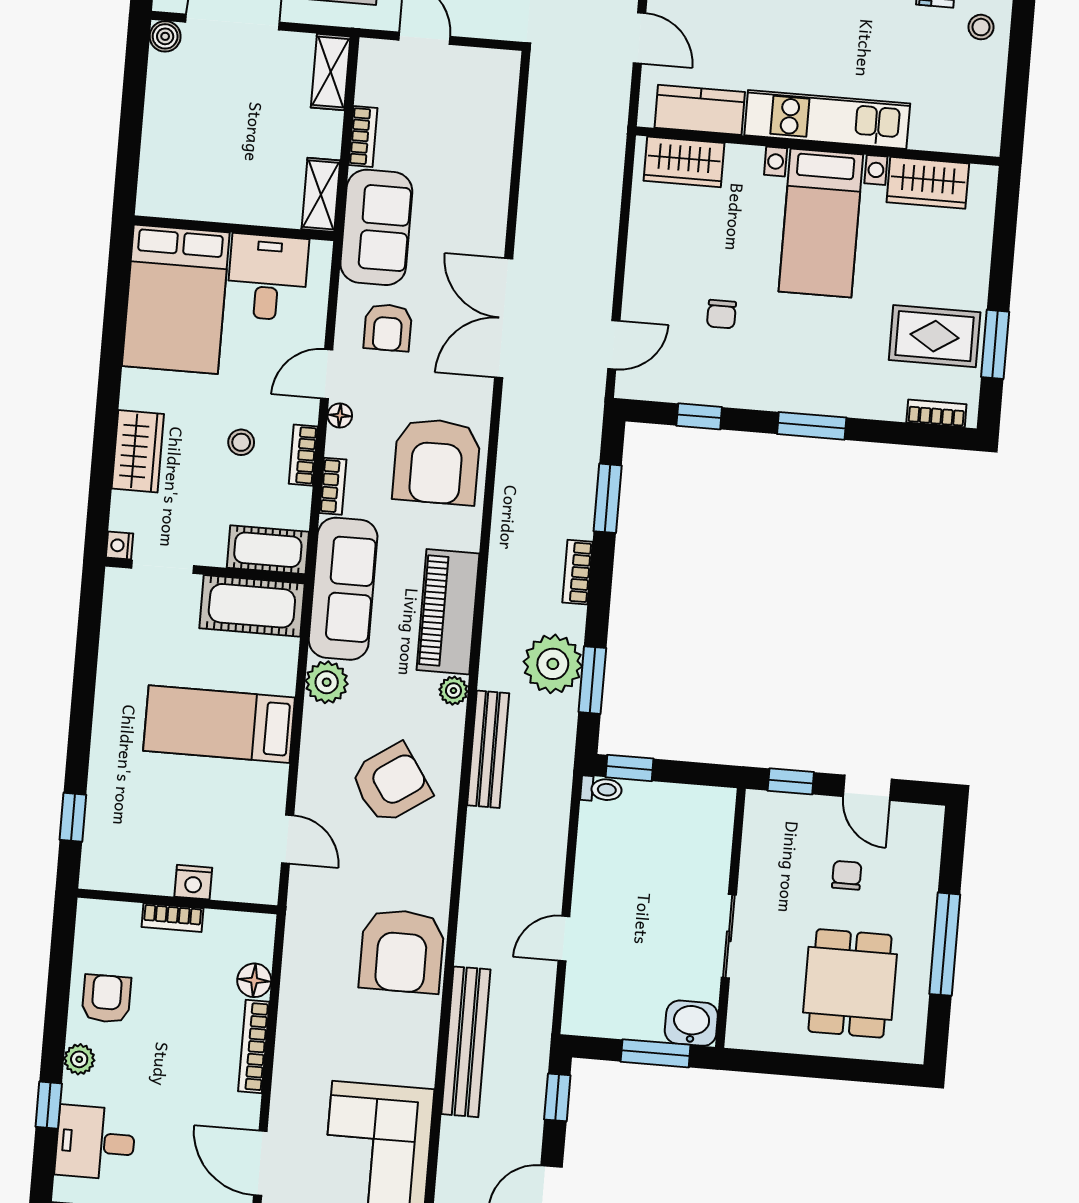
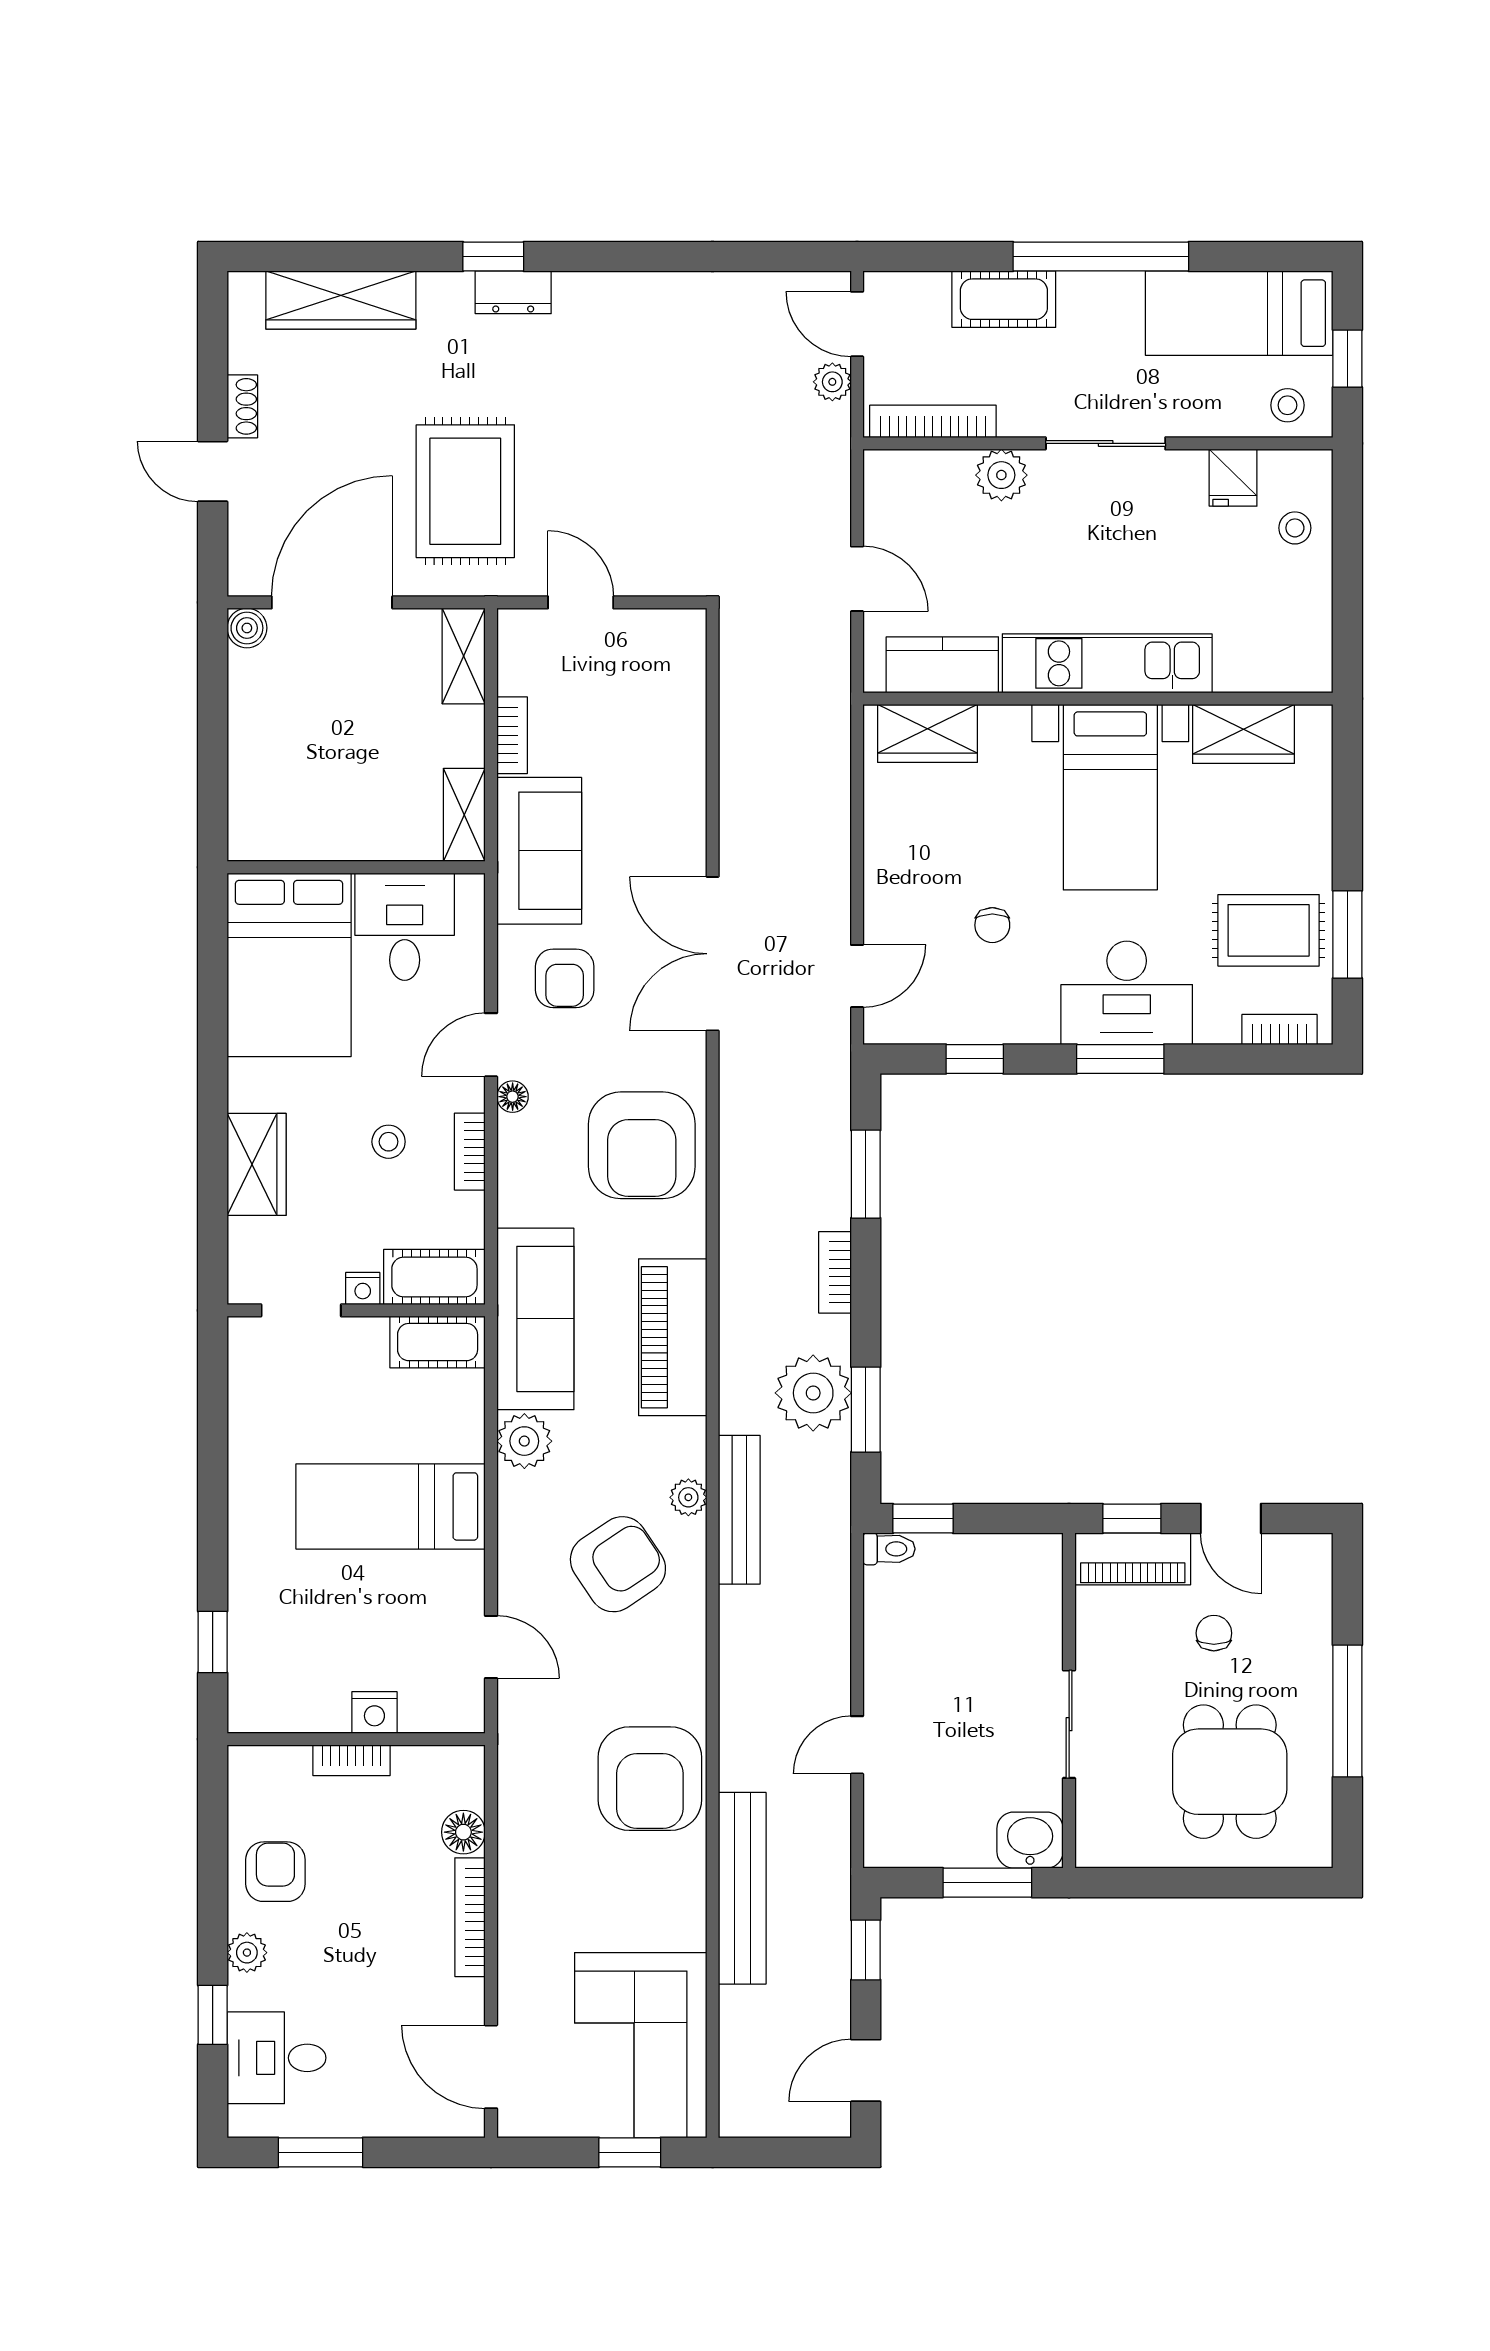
desk: (821, 375) -> (1127, 993), added
bookcase: (333, 486) -> (511, 1188), removed
nightstand: (119, 545) -> (363, 1288), moved, turned -90
cot: (252, 606) -> (438, 1342), width x0.73, depth x0.75
plant: (453, 691) -> (688, 1497), moved
piano: (789, 813) -> (1133, 1559), added

